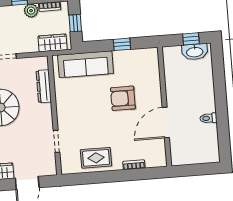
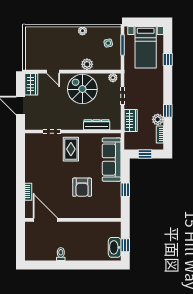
wardrobe: (53, 43) -> (131, 121), moved
armchair: (123, 98) -> (82, 187), turned 180
door: (166, 122) -> (45, 220), moved
rug: (96, 158) -> (71, 149), moved

